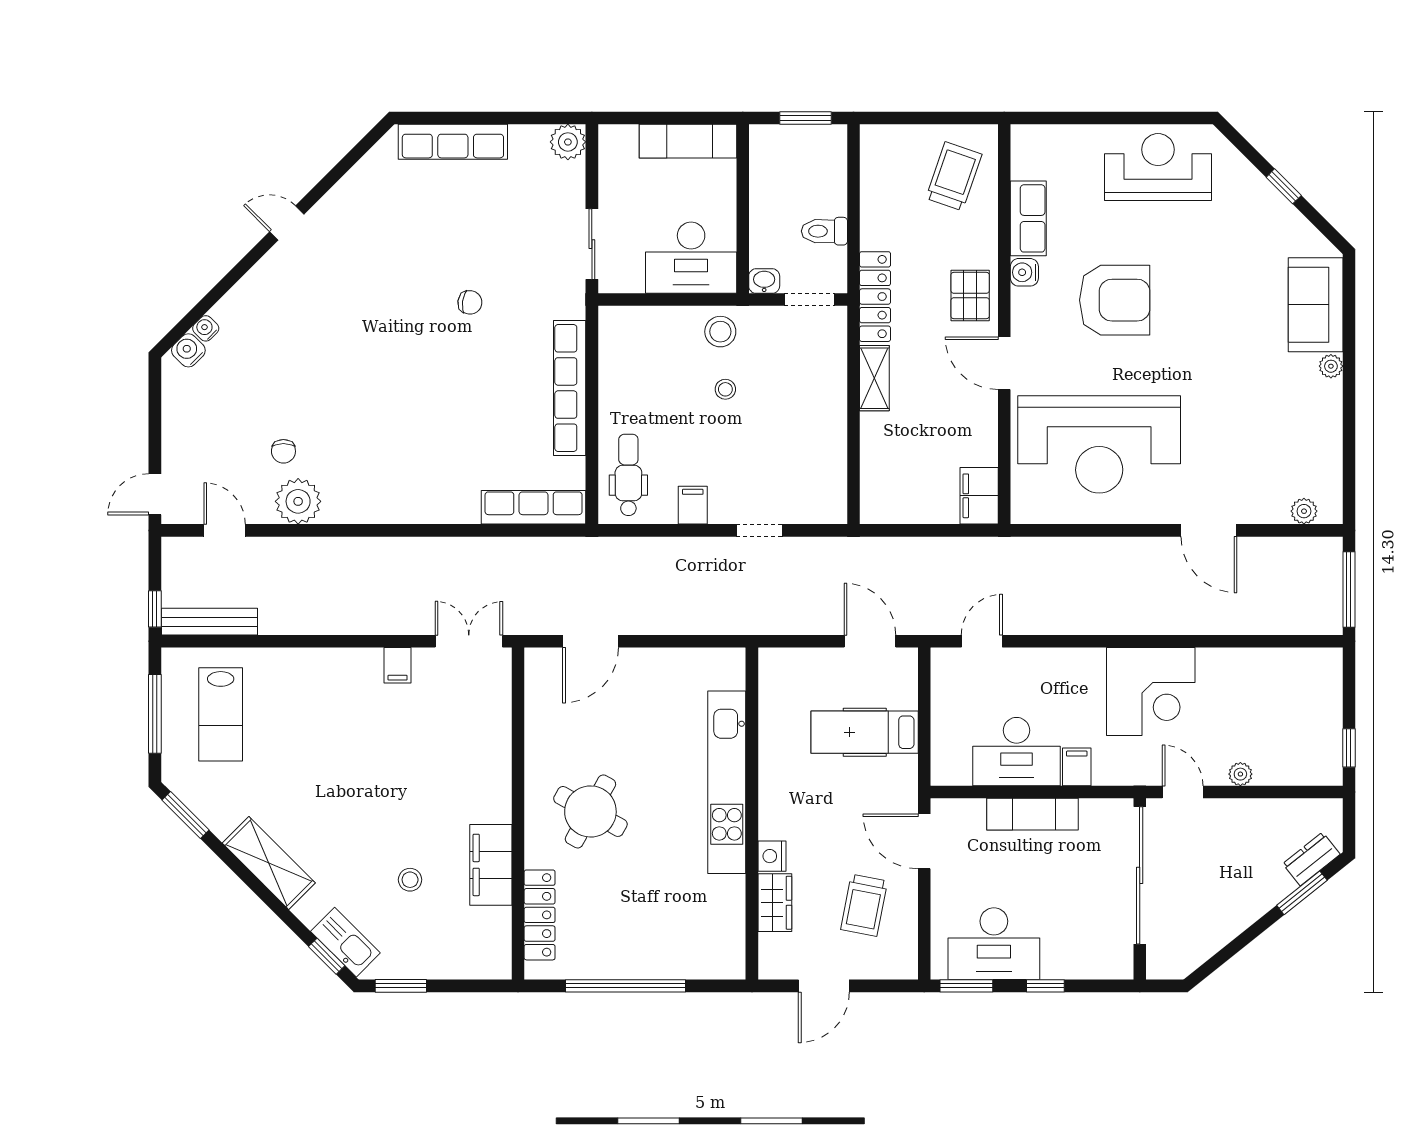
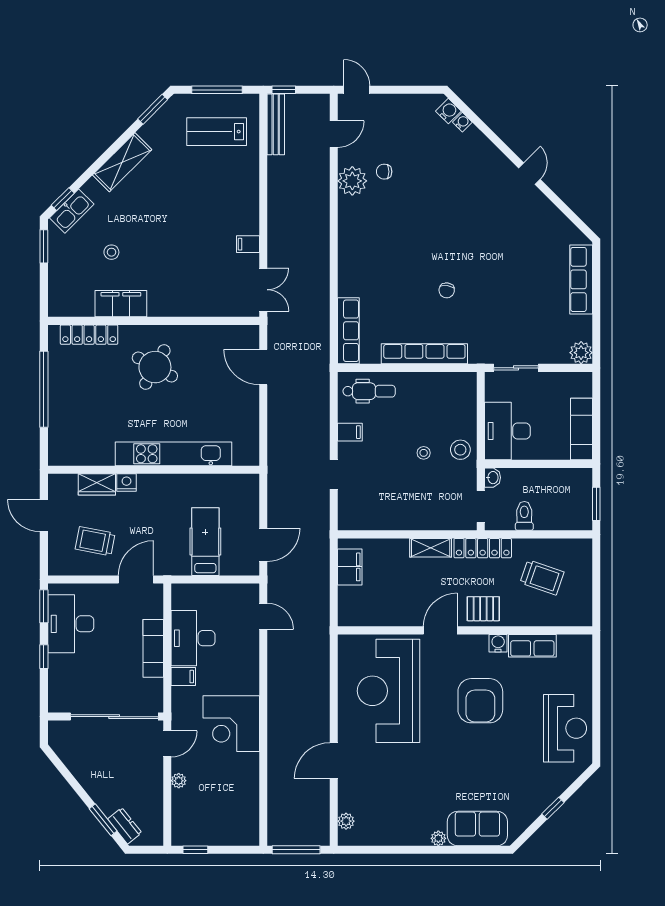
trolley: (954, 176) -> (542, 577), moved
chair: (470, 302) -> (447, 290), moved
filing cabinet: (979, 496) -> (350, 567), moved, turned 90

